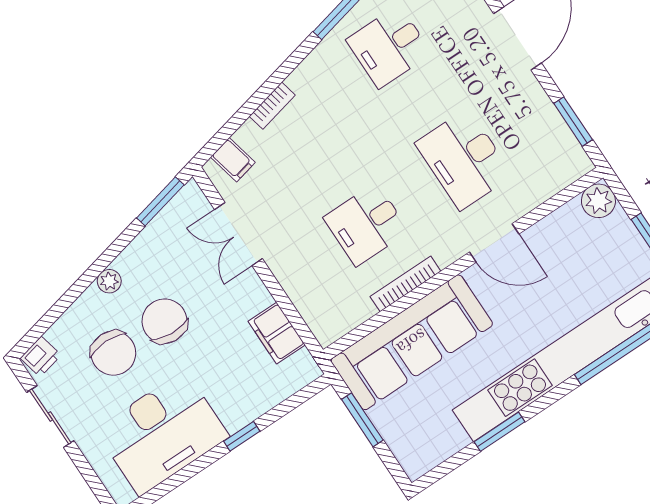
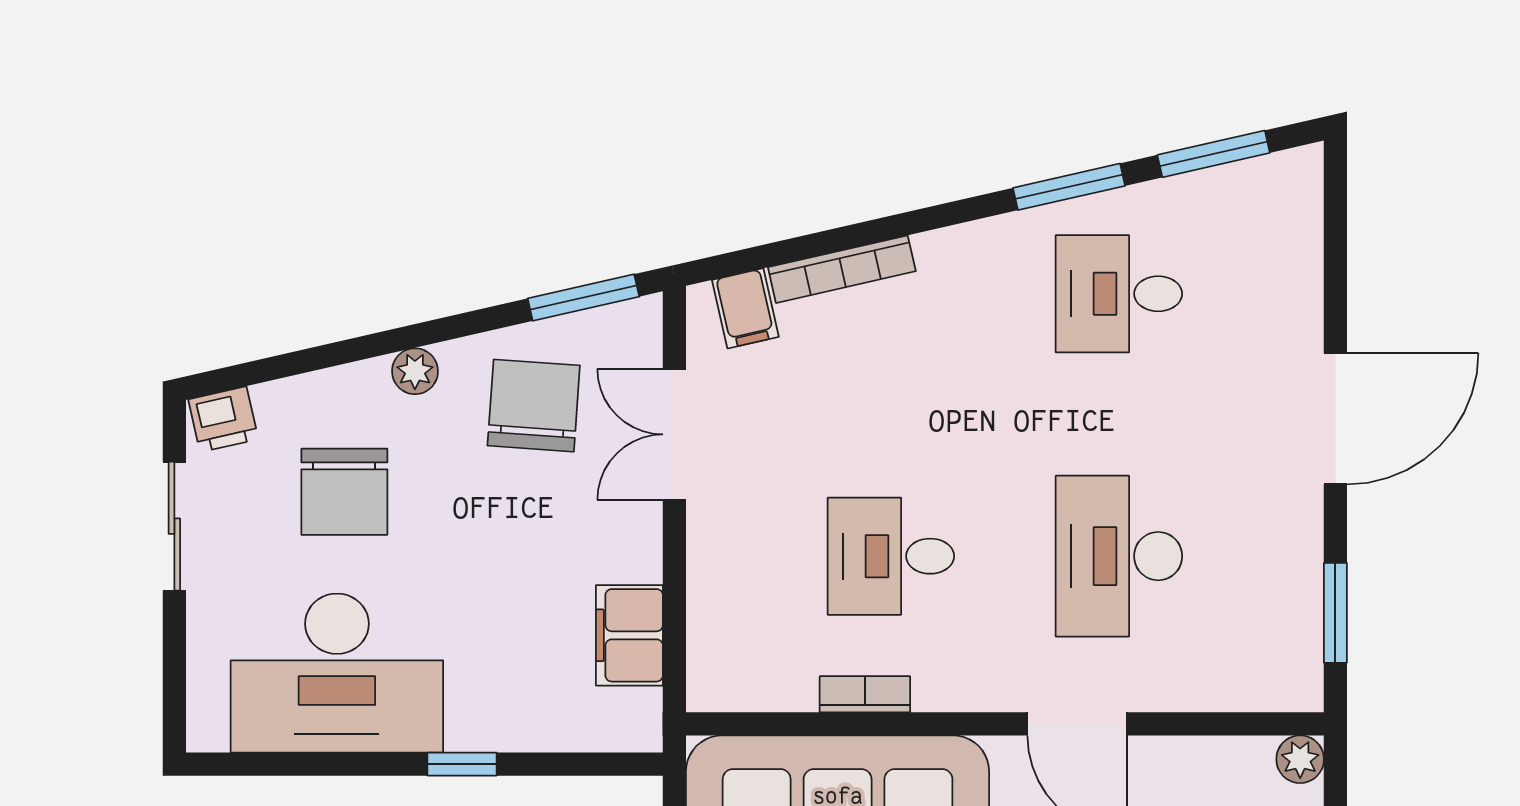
bookcase: (272, 106) -> (842, 269), width x1.56
plant: (598, 201) -> (1300, 759), width x0.73, depth x0.73
bookcase: (405, 284) -> (865, 694), width x0.64
chair: (164, 321) -> (534, 406), moved

